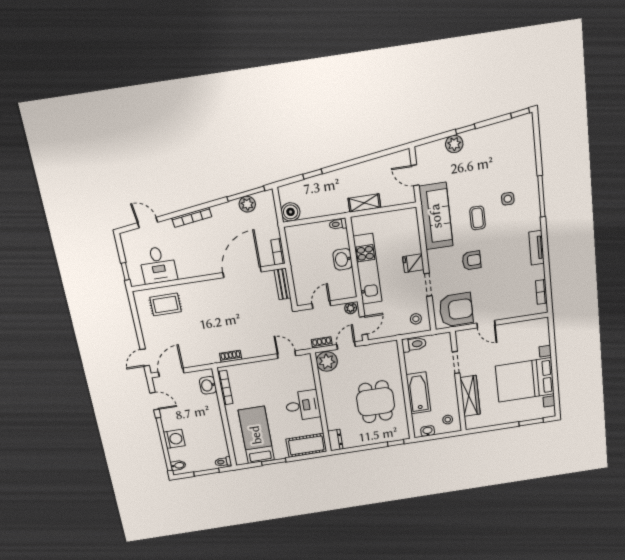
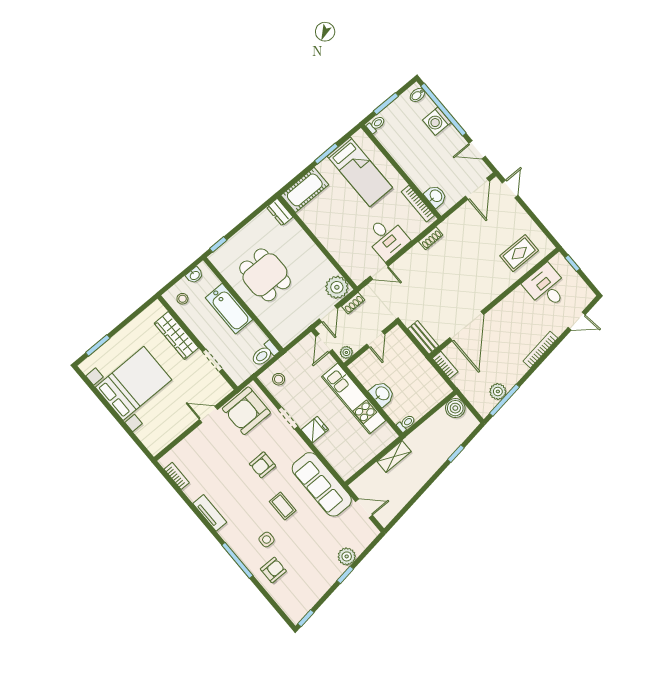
armchair: (519, 170) -> (273, 570), added
desk: (303, 405) -> (387, 238), moved, turned -90

